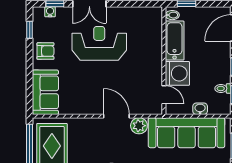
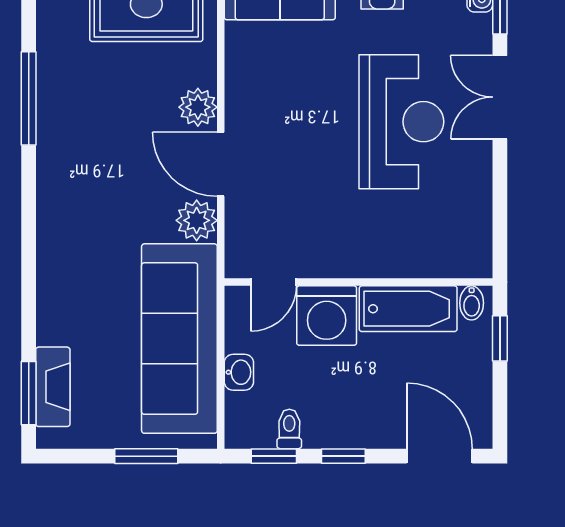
door: (116, 116) -> (221, 164), swing flipped
plant: (93, 125) -> (198, 107), added

